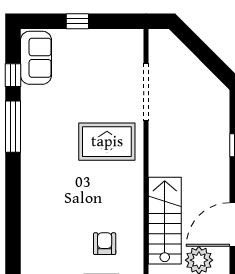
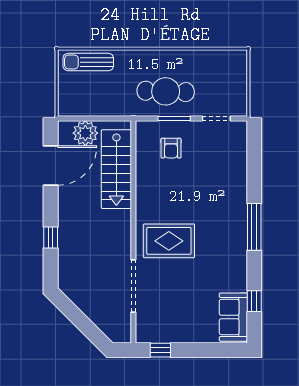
window: (77, 21) -> (160, 350), moved
window: (13, 127) -> (254, 227), moved

